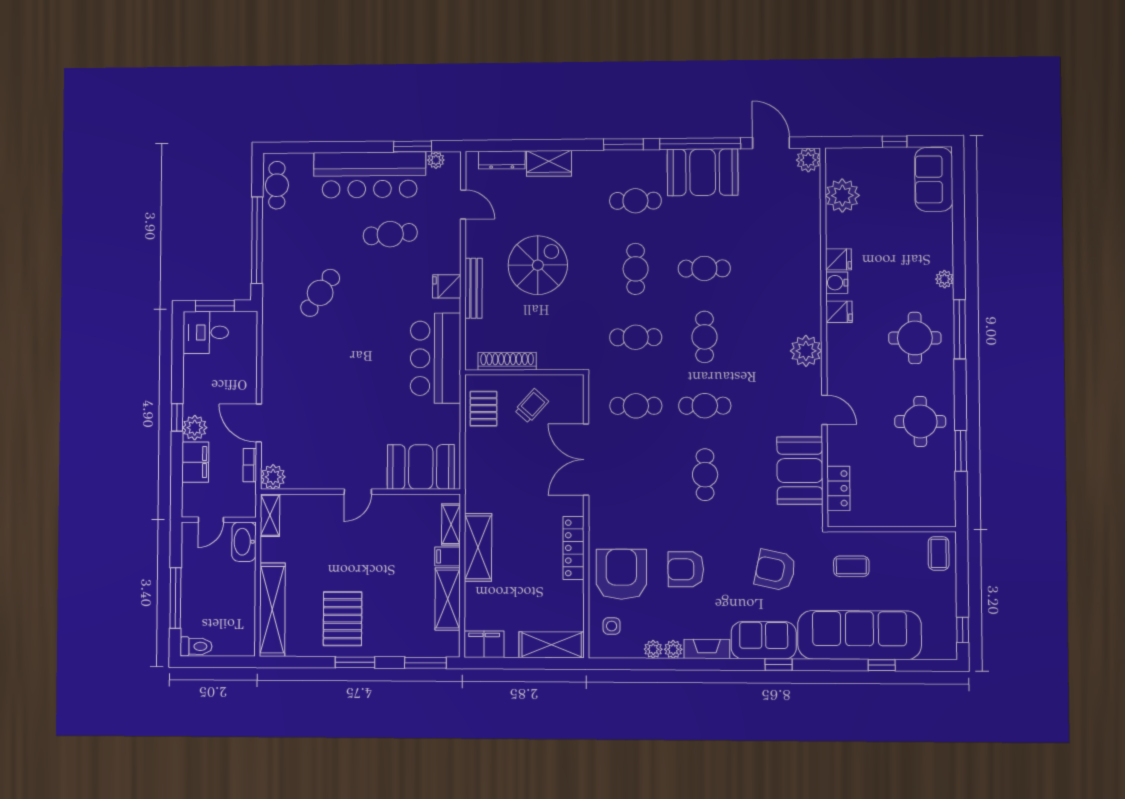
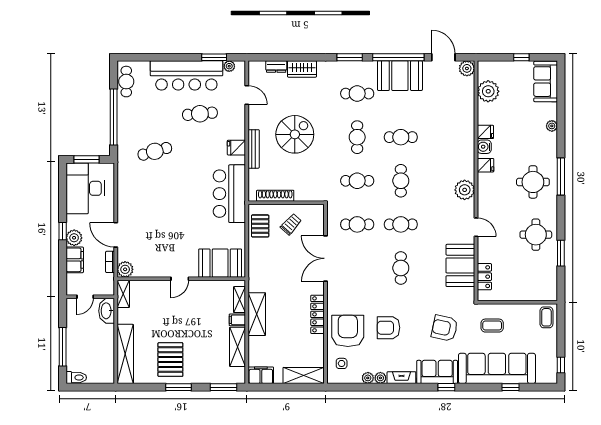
dresser: (502, 160) -> (276, 66), width x0.70
plant: (944, 279) -> (552, 126), moved
cafe table: (320, 293) -> (155, 151), turned 39
desk: (206, 332) -> (85, 188), width x1.87, depth x1.30

